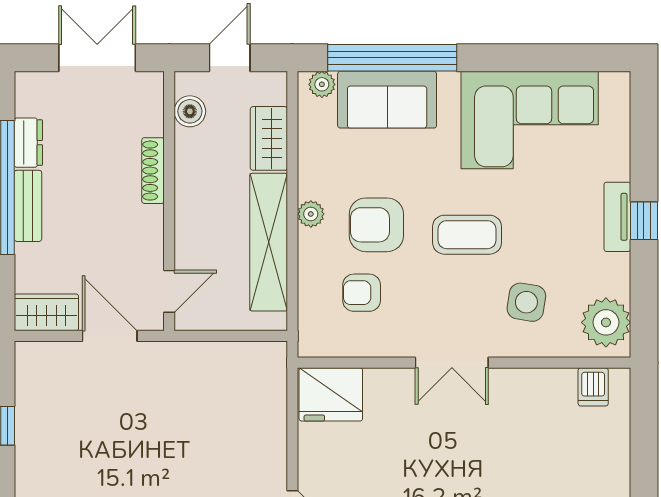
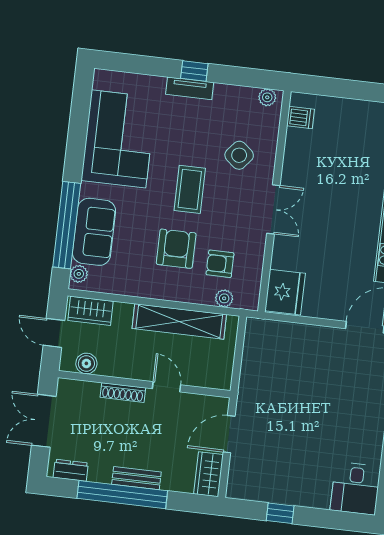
wardrobe: (269, 138) -> (91, 311), moved
dresser: (28, 143) -> (71, 470), moved
plant: (311, 214) -> (224, 298), moved
armchair: (376, 225) -> (176, 249), turned 180
door: (169, 291) -> (166, 387), moved
armchair: (362, 293) -> (220, 264), turned 90
side table: (526, 302) -> (239, 155), turned 31
plant: (606, 322) -> (267, 97), width x0.53, depth x0.53

